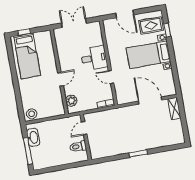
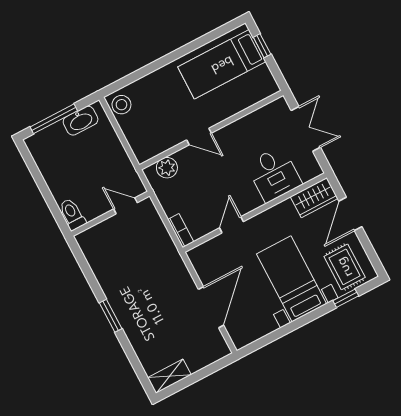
wardrobe: (110, 30) -> (314, 198), added
desk: (94, 58) -> (274, 174), moved
shelving: (174, 108) -> (169, 376), moved
toilet: (78, 147) -> (72, 214), moved

